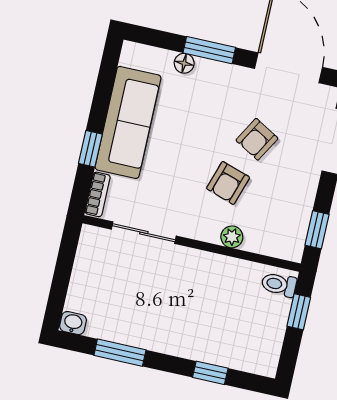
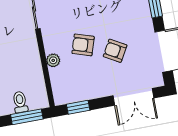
toilet: (279, 284) -> (20, 102), moved
window: (299, 312) -> (27, 117), width x1.50

